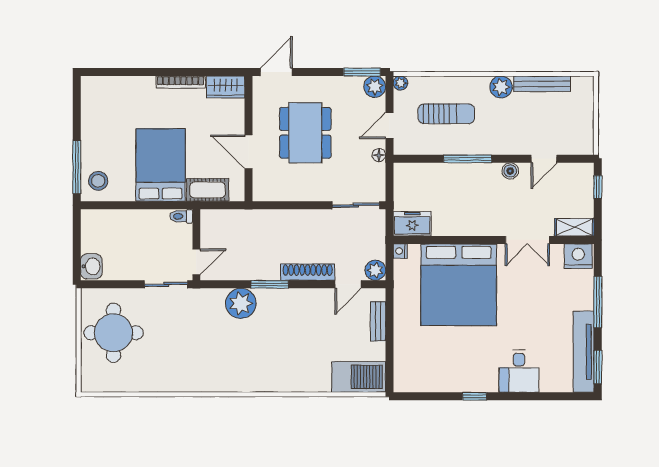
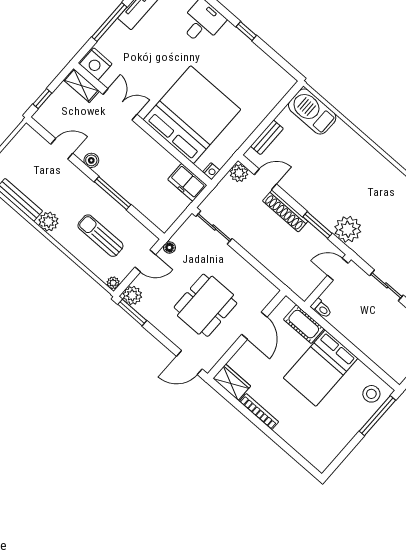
toilet: (181, 216) -> (321, 308), moved
wall: (196, 245) -> (328, 281), moved
door: (196, 262) -> (338, 269), moved

